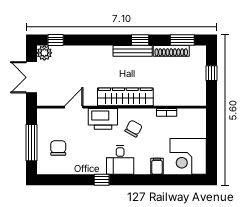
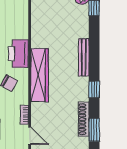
bench: (133, 51) -> (84, 57), moved
door: (74, 107) -> (30, 136), moved

